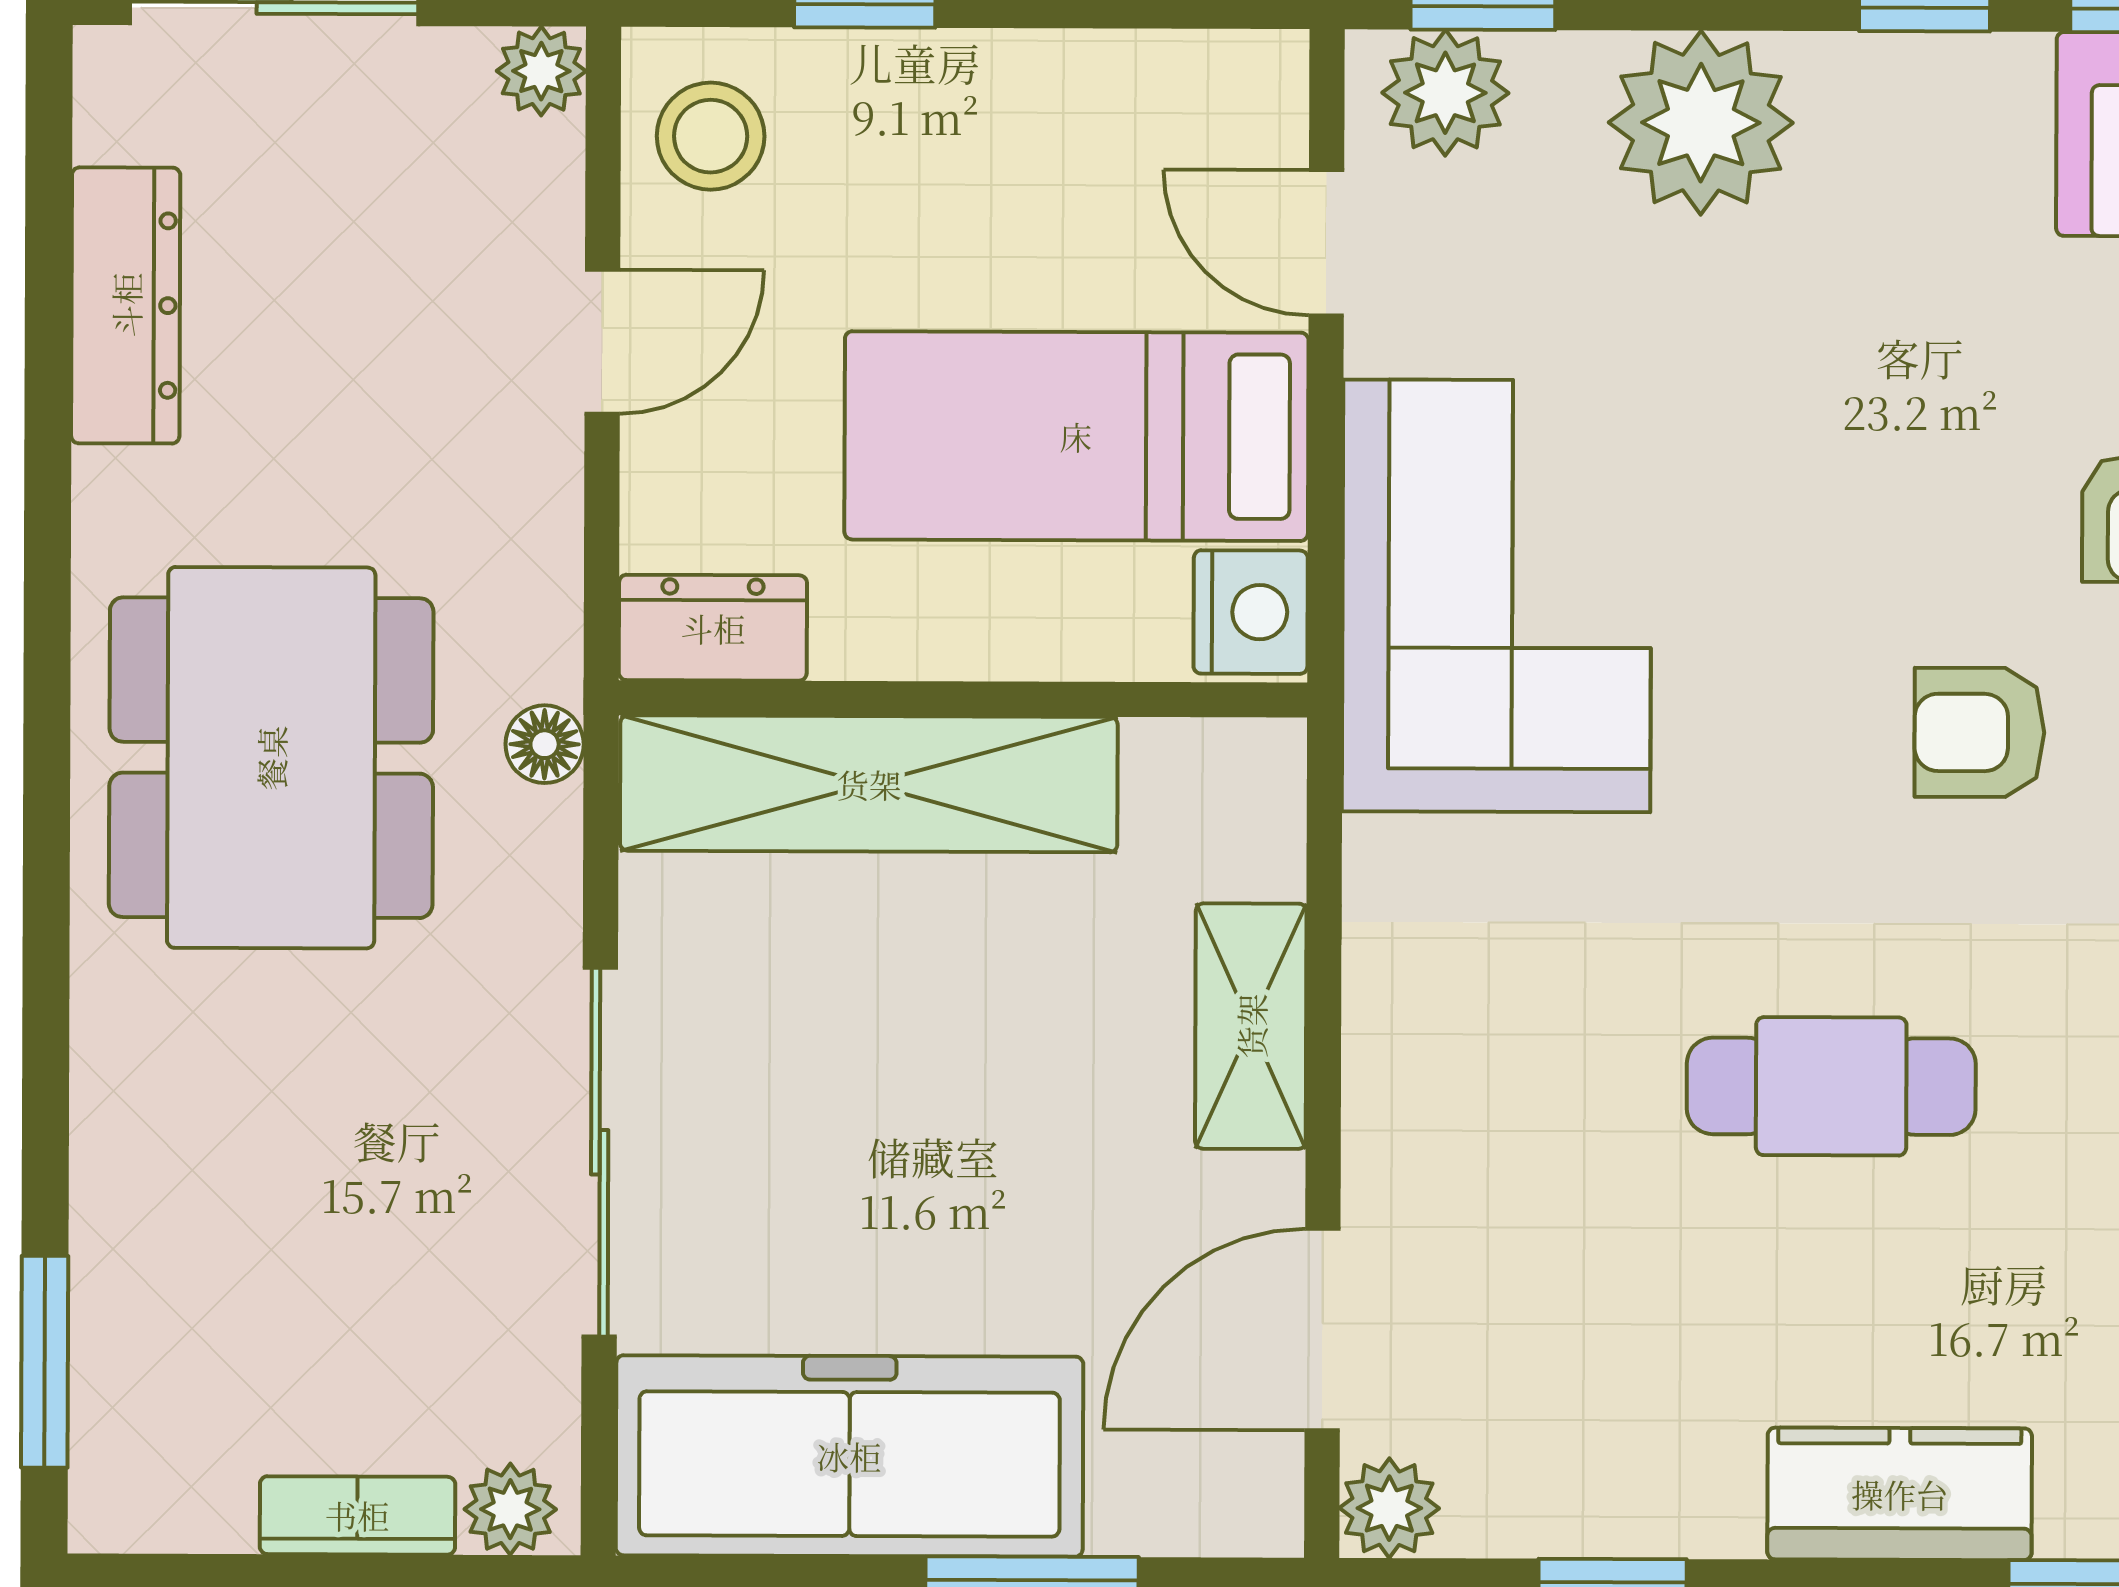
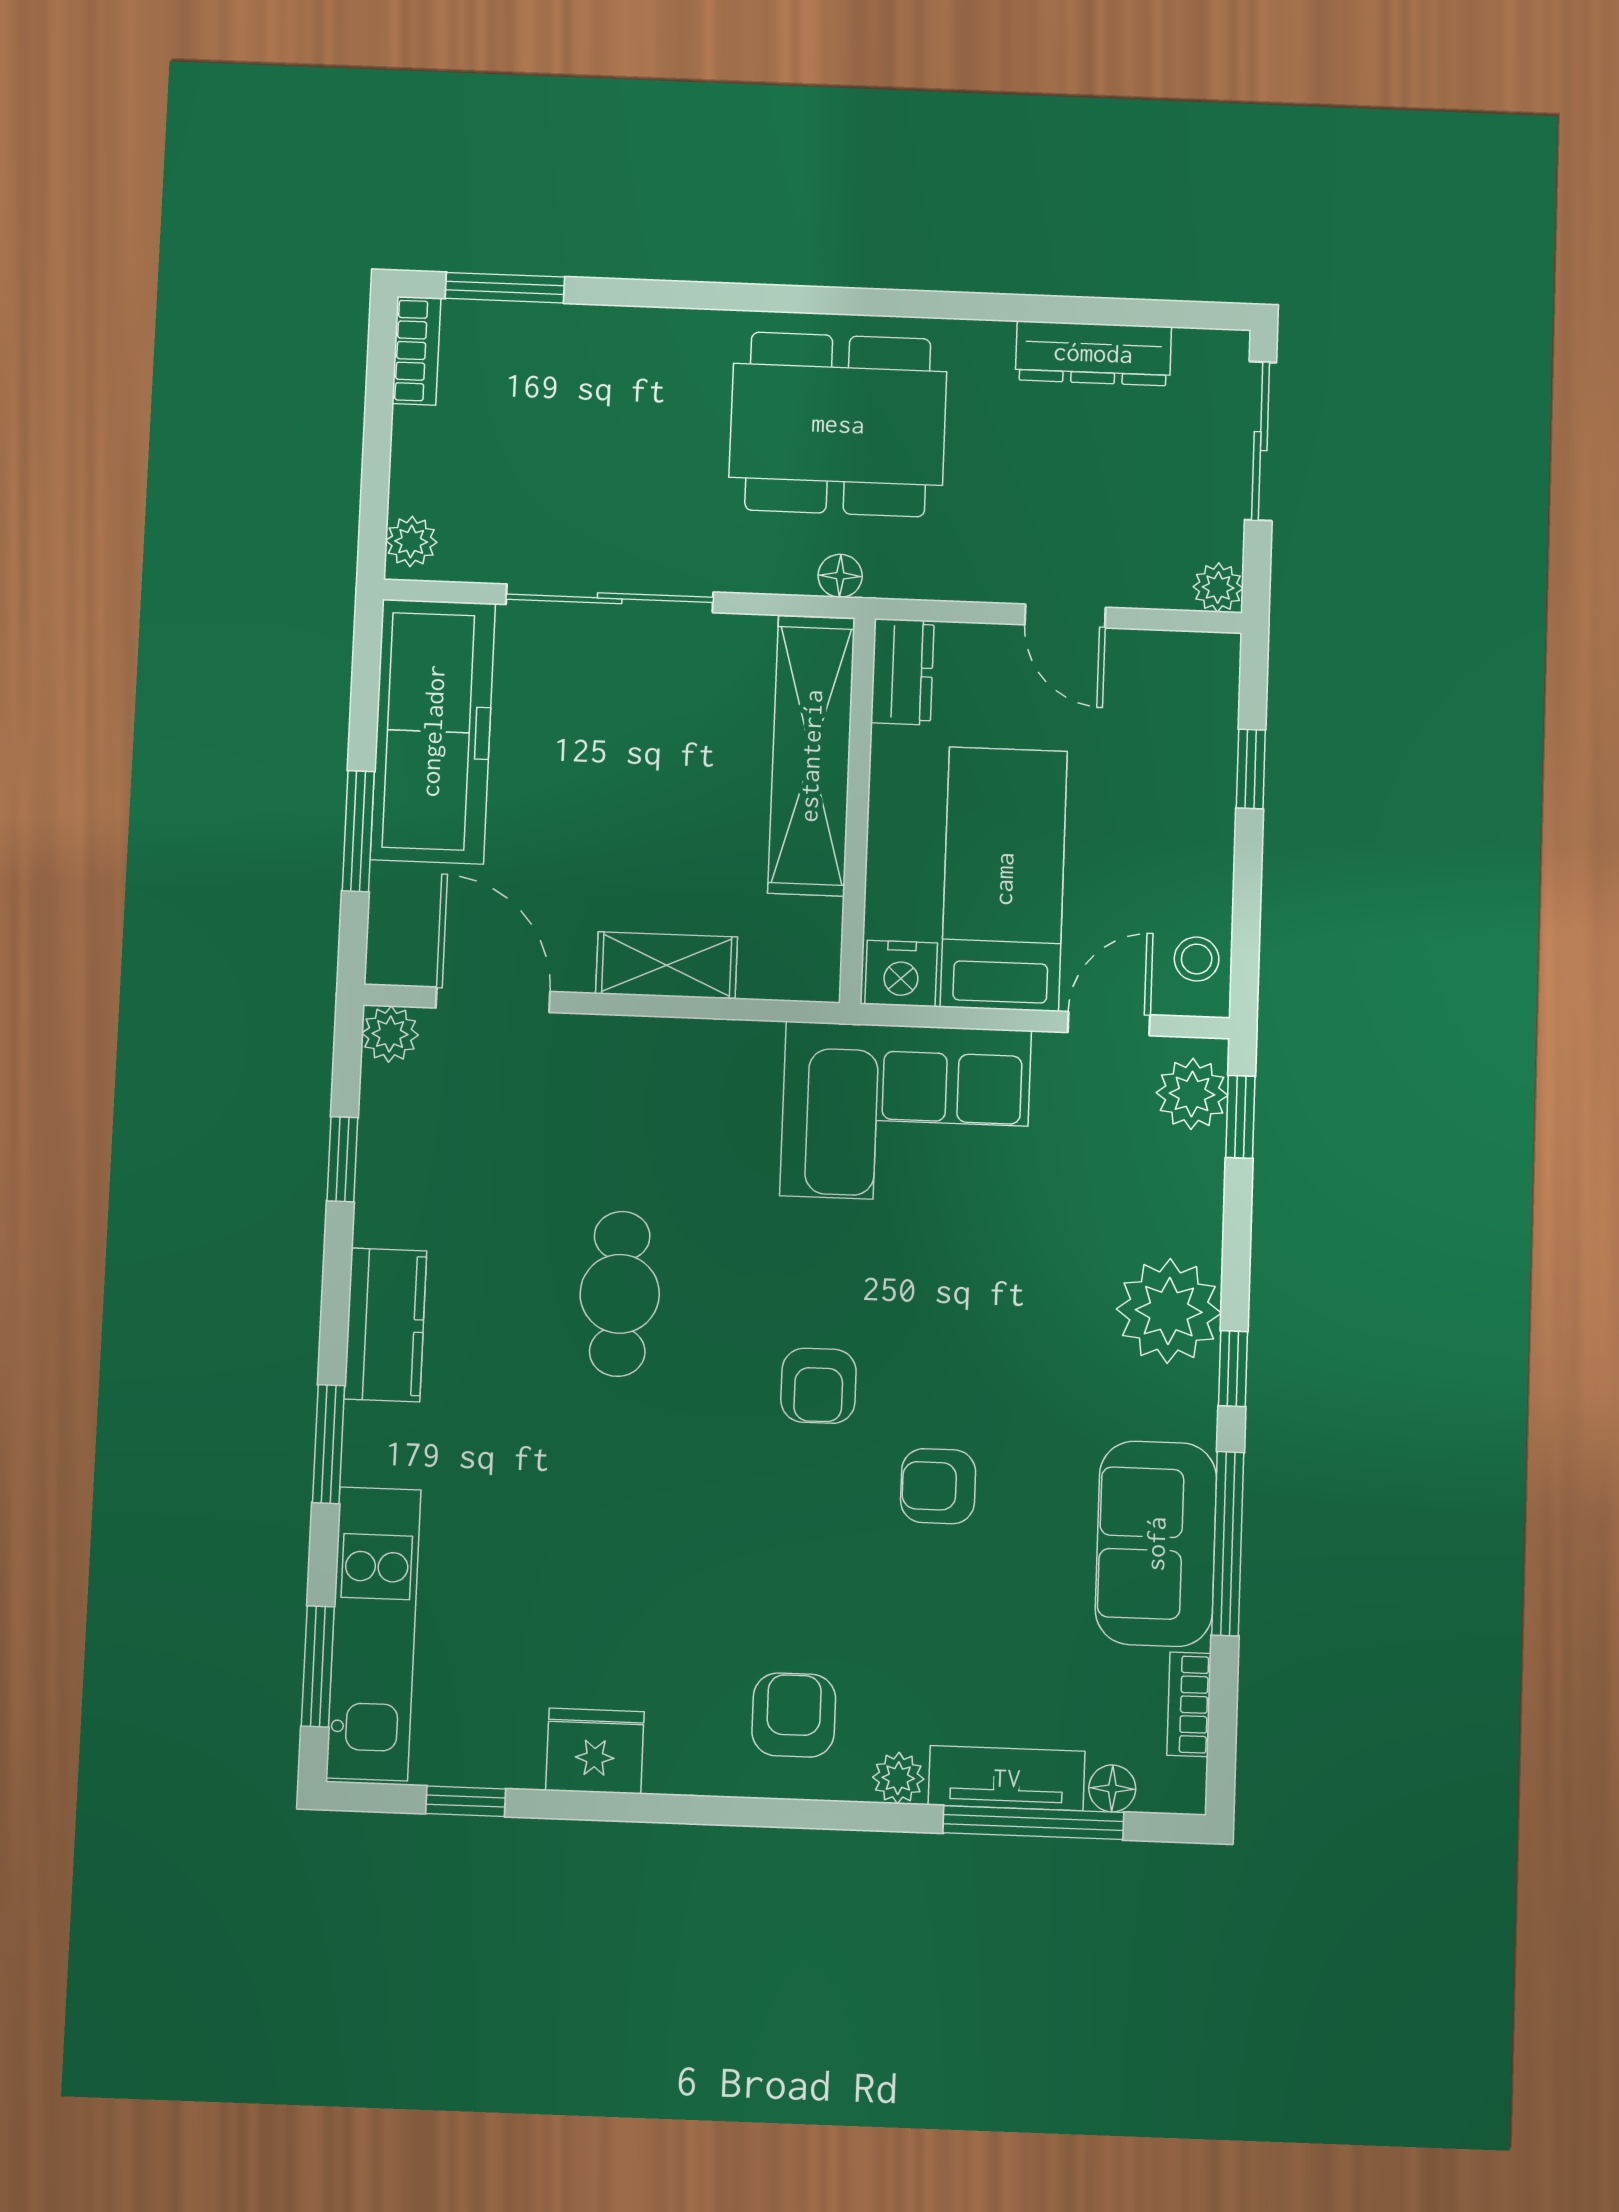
plant: (1701, 123) -> (1169, 1311), moved
stool: (711, 136) -> (1197, 959), moved, width x0.73, depth x0.73
armchair: (1979, 732) -> (818, 1386), turned 180
bookcase: (357, 1515) -> (416, 351), moved

